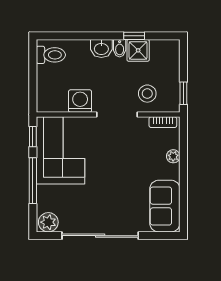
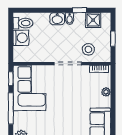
shower: (138, 50) -> (93, 20), moved
window: (183, 93) -> (113, 39), moved
washing machine: (80, 101) -> (21, 38), moved, turned 90

